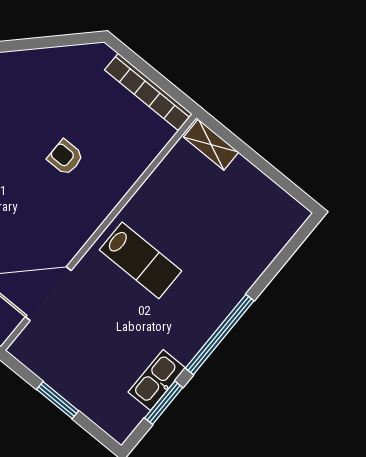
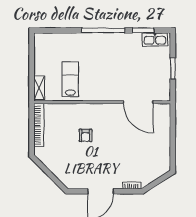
lab bench: (141, 260) -> (70, 79), moved
kitchen sink: (157, 380) -> (155, 39), moved

